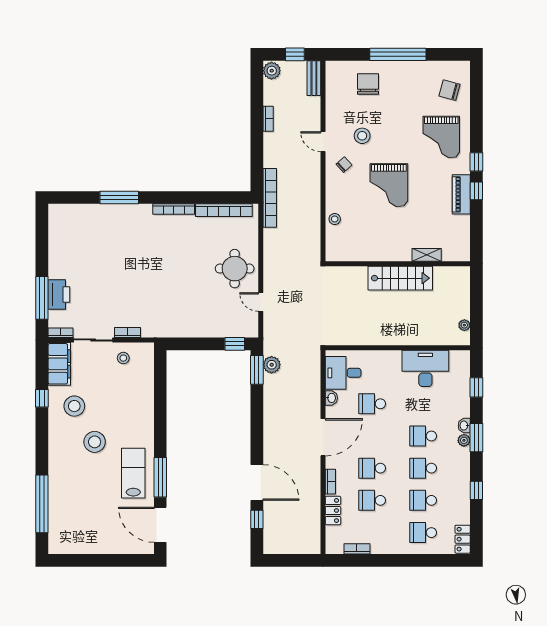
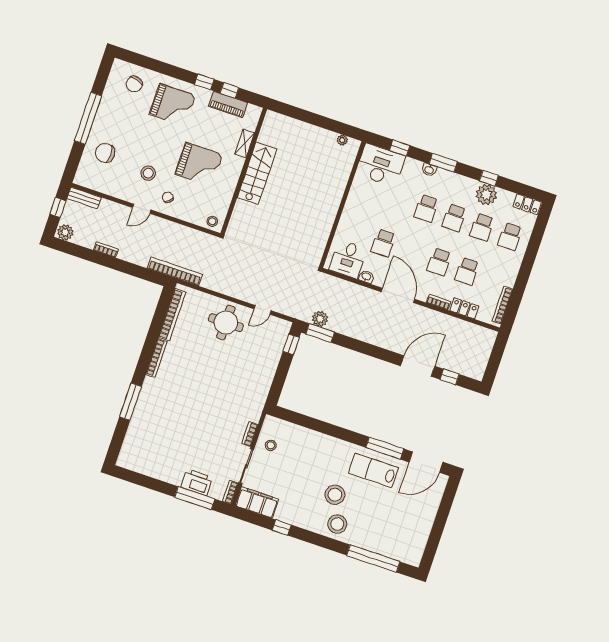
shelving: (427, 255) -> (245, 143), moved
wall: (398, 264) -> (244, 171), moved
stairs: (400, 278) -> (257, 173), moved
desk: (425, 368) -> (380, 165), moved, turned 90
stool: (74, 406) -> (337, 524), moved
plant: (464, 440) -> (486, 195), moved, width x1.88, depth x1.88
bookcase: (357, 549) -> (502, 305), width x1.56

